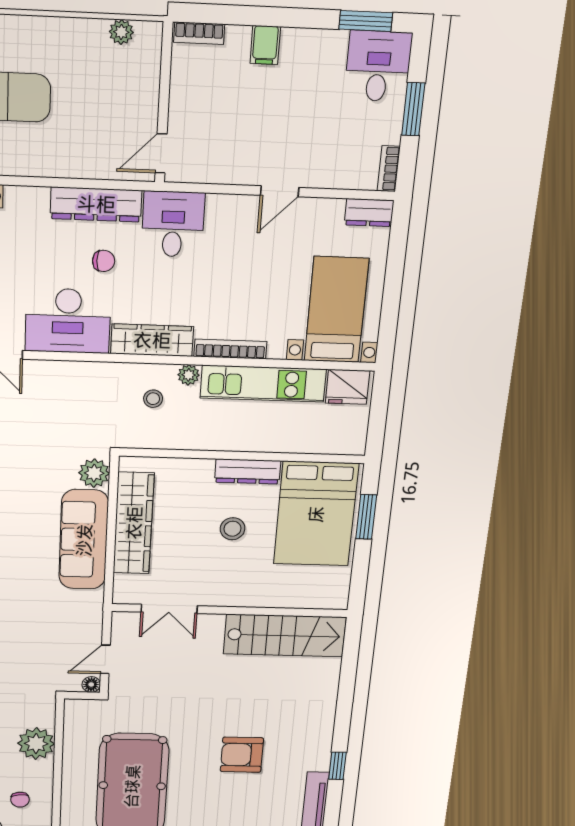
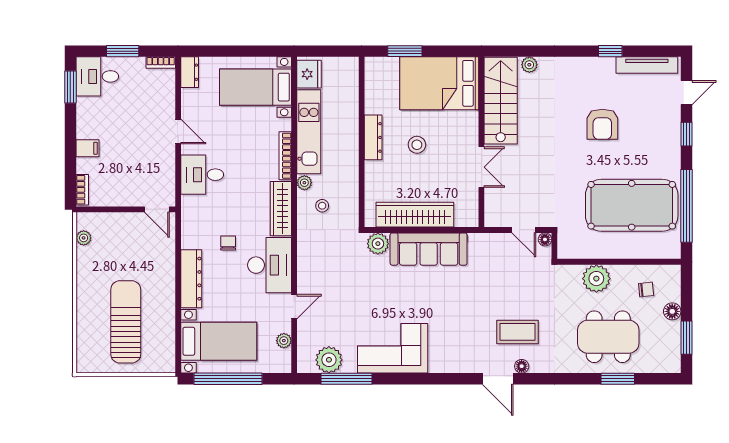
dresser: (96, 204) -> (191, 279), moved
desk: (173, 224) -> (202, 175), moved
bed: (316, 514) -> (439, 83), moved, turned 180
double door: (169, 609) -> (481, 167), moved
plant: (330, 671) -> (529, 65), added

